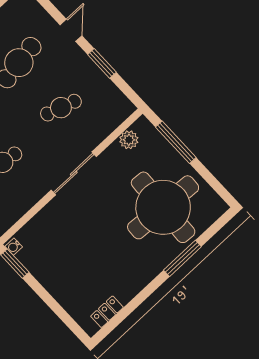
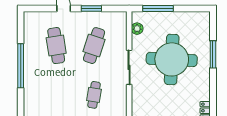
cafe table: (61, 108) -> (94, 46), width x1.37, depth x1.35
round table: (163, 207) -> (172, 59), moved

